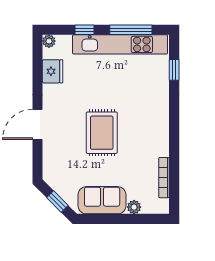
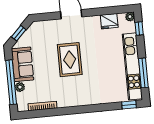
window: (85, 30) -> (139, 28), moved
window: (174, 70) -> (129, 105), moved
rug: (102, 133) -> (70, 60), turned 90
window: (126, 219) -> (11, 82), added

